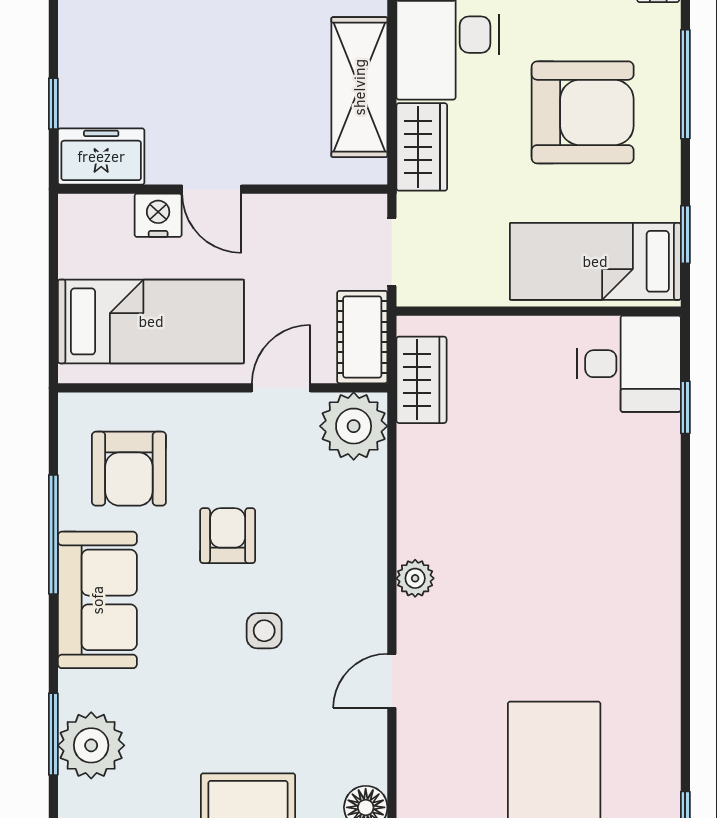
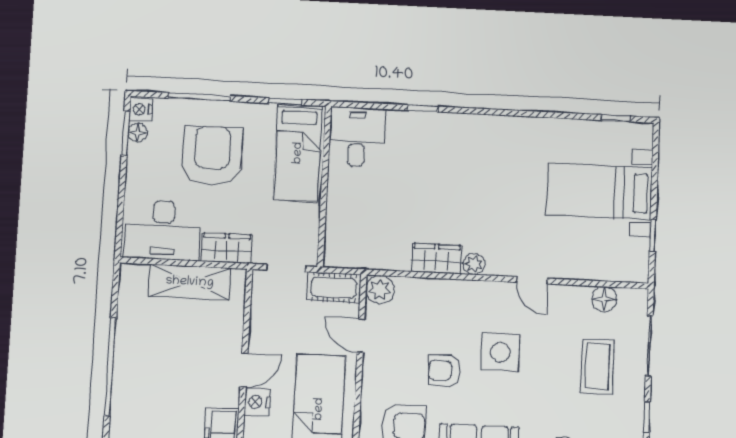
wardrobe: (421, 380) -> (436, 259), moved
window: (685, 407) -> (423, 108), moved
plant: (354, 426) -> (380, 290), width x0.73, depth x0.73
side table: (264, 631) -> (500, 352), width x1.87, depth x1.87

